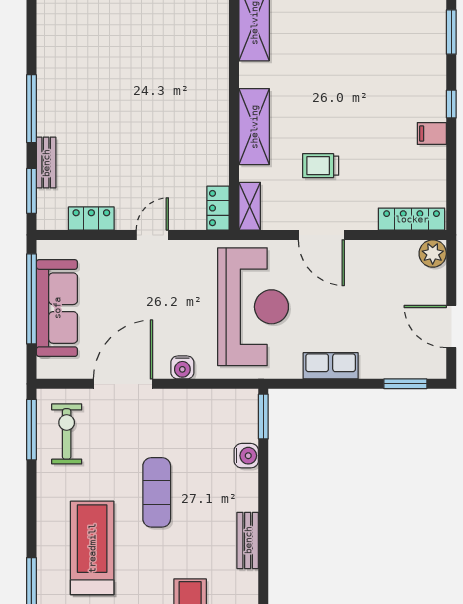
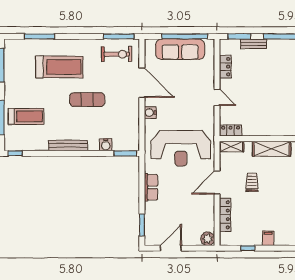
window: (451, 104) -> (248, 248), moved
locker: (412, 219) -> (225, 215), moved
bench: (248, 540) -> (68, 145), width x1.36

